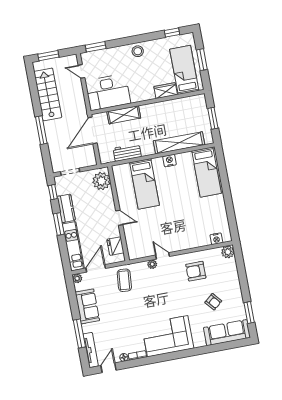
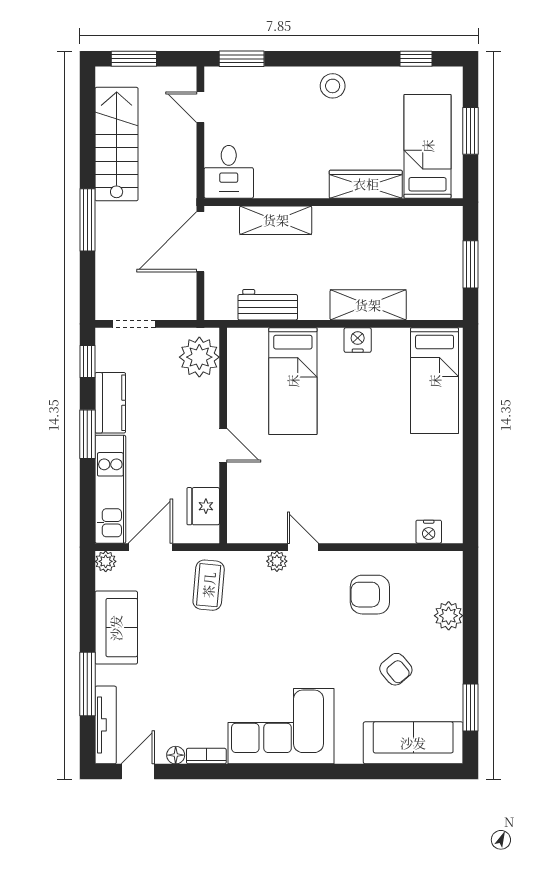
wardrobe: (166, 91) -> (366, 184), width x1.50
desk: (108, 92) -> (229, 172), width x0.53, depth x0.77
shelving: (179, 143) -> (368, 305), width x0.68
plant: (228, 252) -> (449, 616), moved

